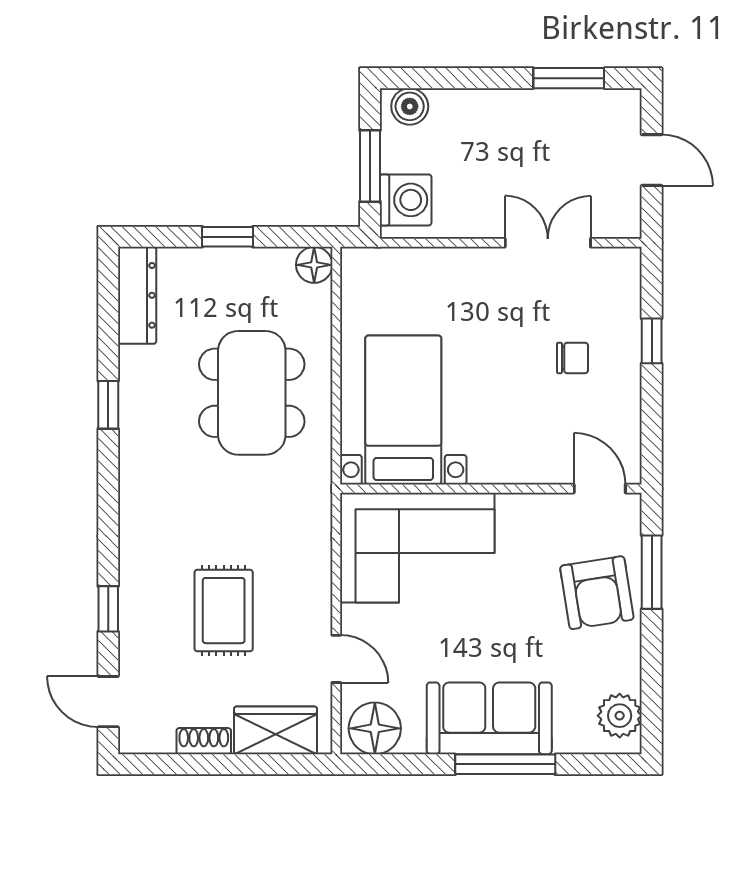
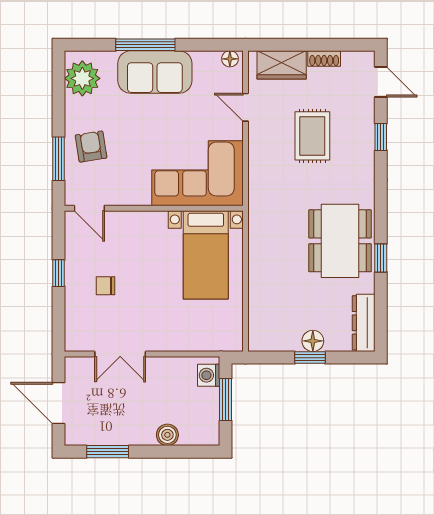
boiler: (410, 106) -> (167, 435), moved
door: (652, 160) -> (59, 403), width x1.38
washing machine: (406, 200) -> (209, 375), width x0.73, depth x0.73
floor lamp: (314, 265) -> (313, 341), moved
window: (652, 341) -> (59, 273), moved
dining table: (252, 393) -> (340, 241), moved
armchair: (597, 593) -> (91, 147), width x0.72, depth x0.72
plant: (620, 716) -> (82, 78), width x1.36, depth x1.36
floor lamp: (375, 728) -> (230, 59), width x0.53, depth x0.53

